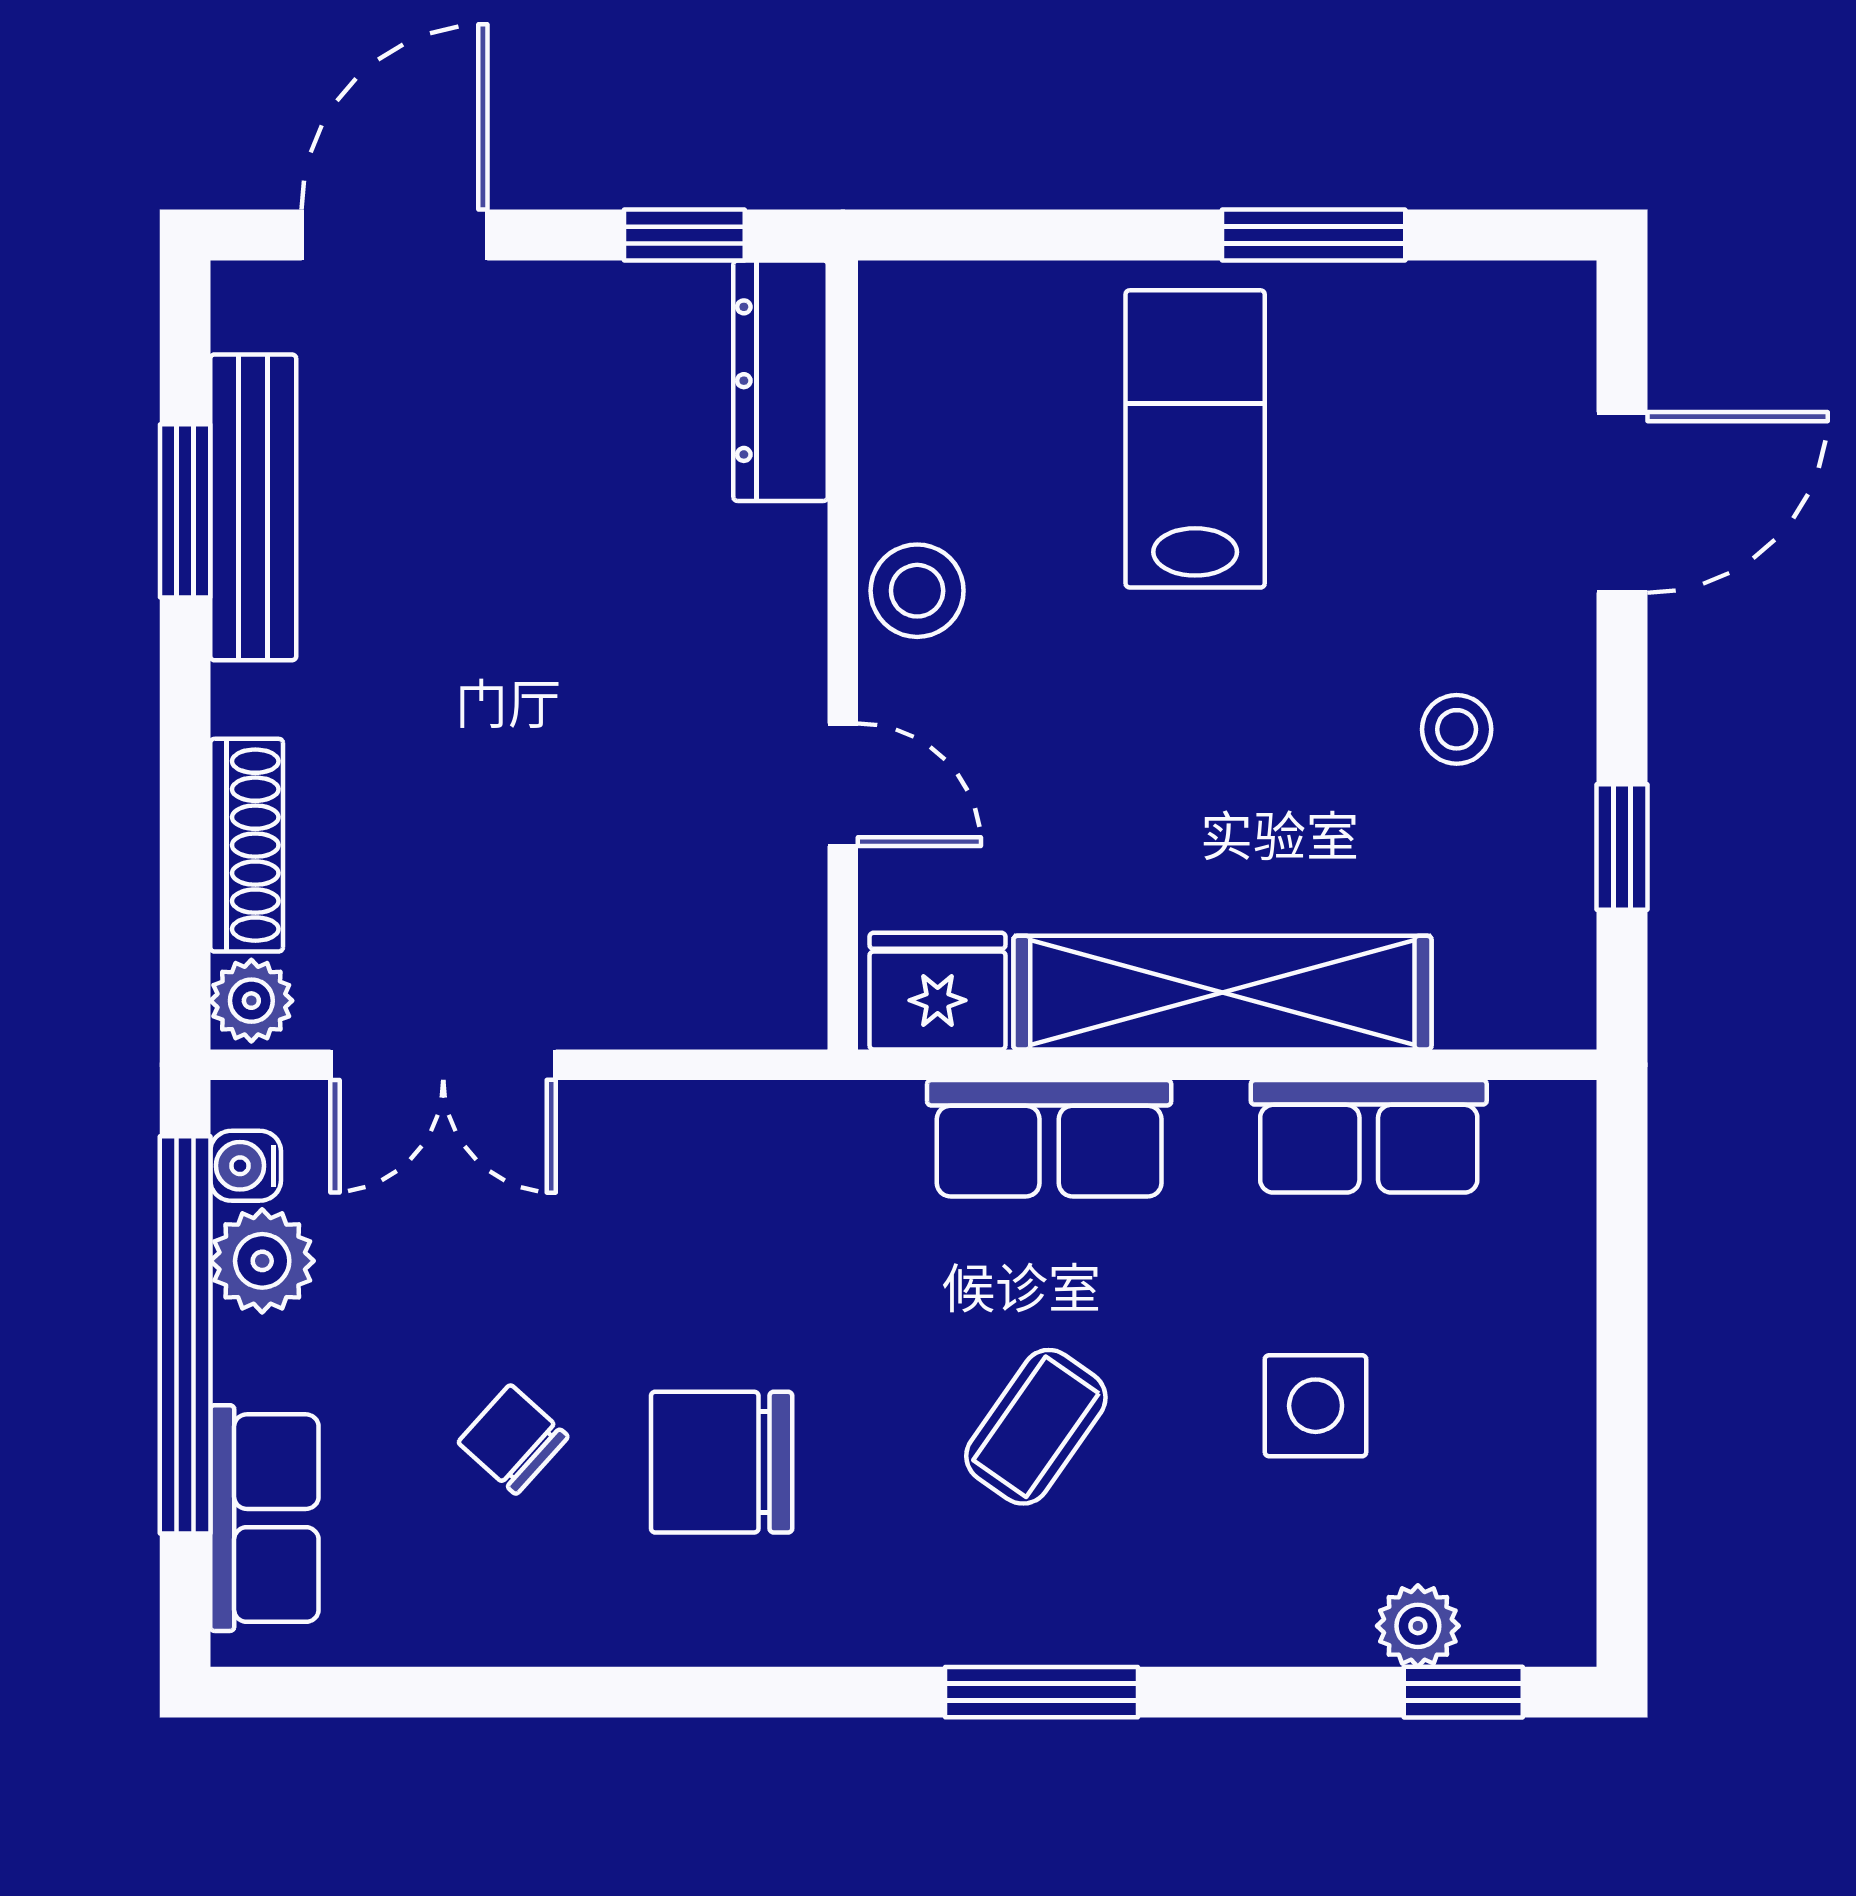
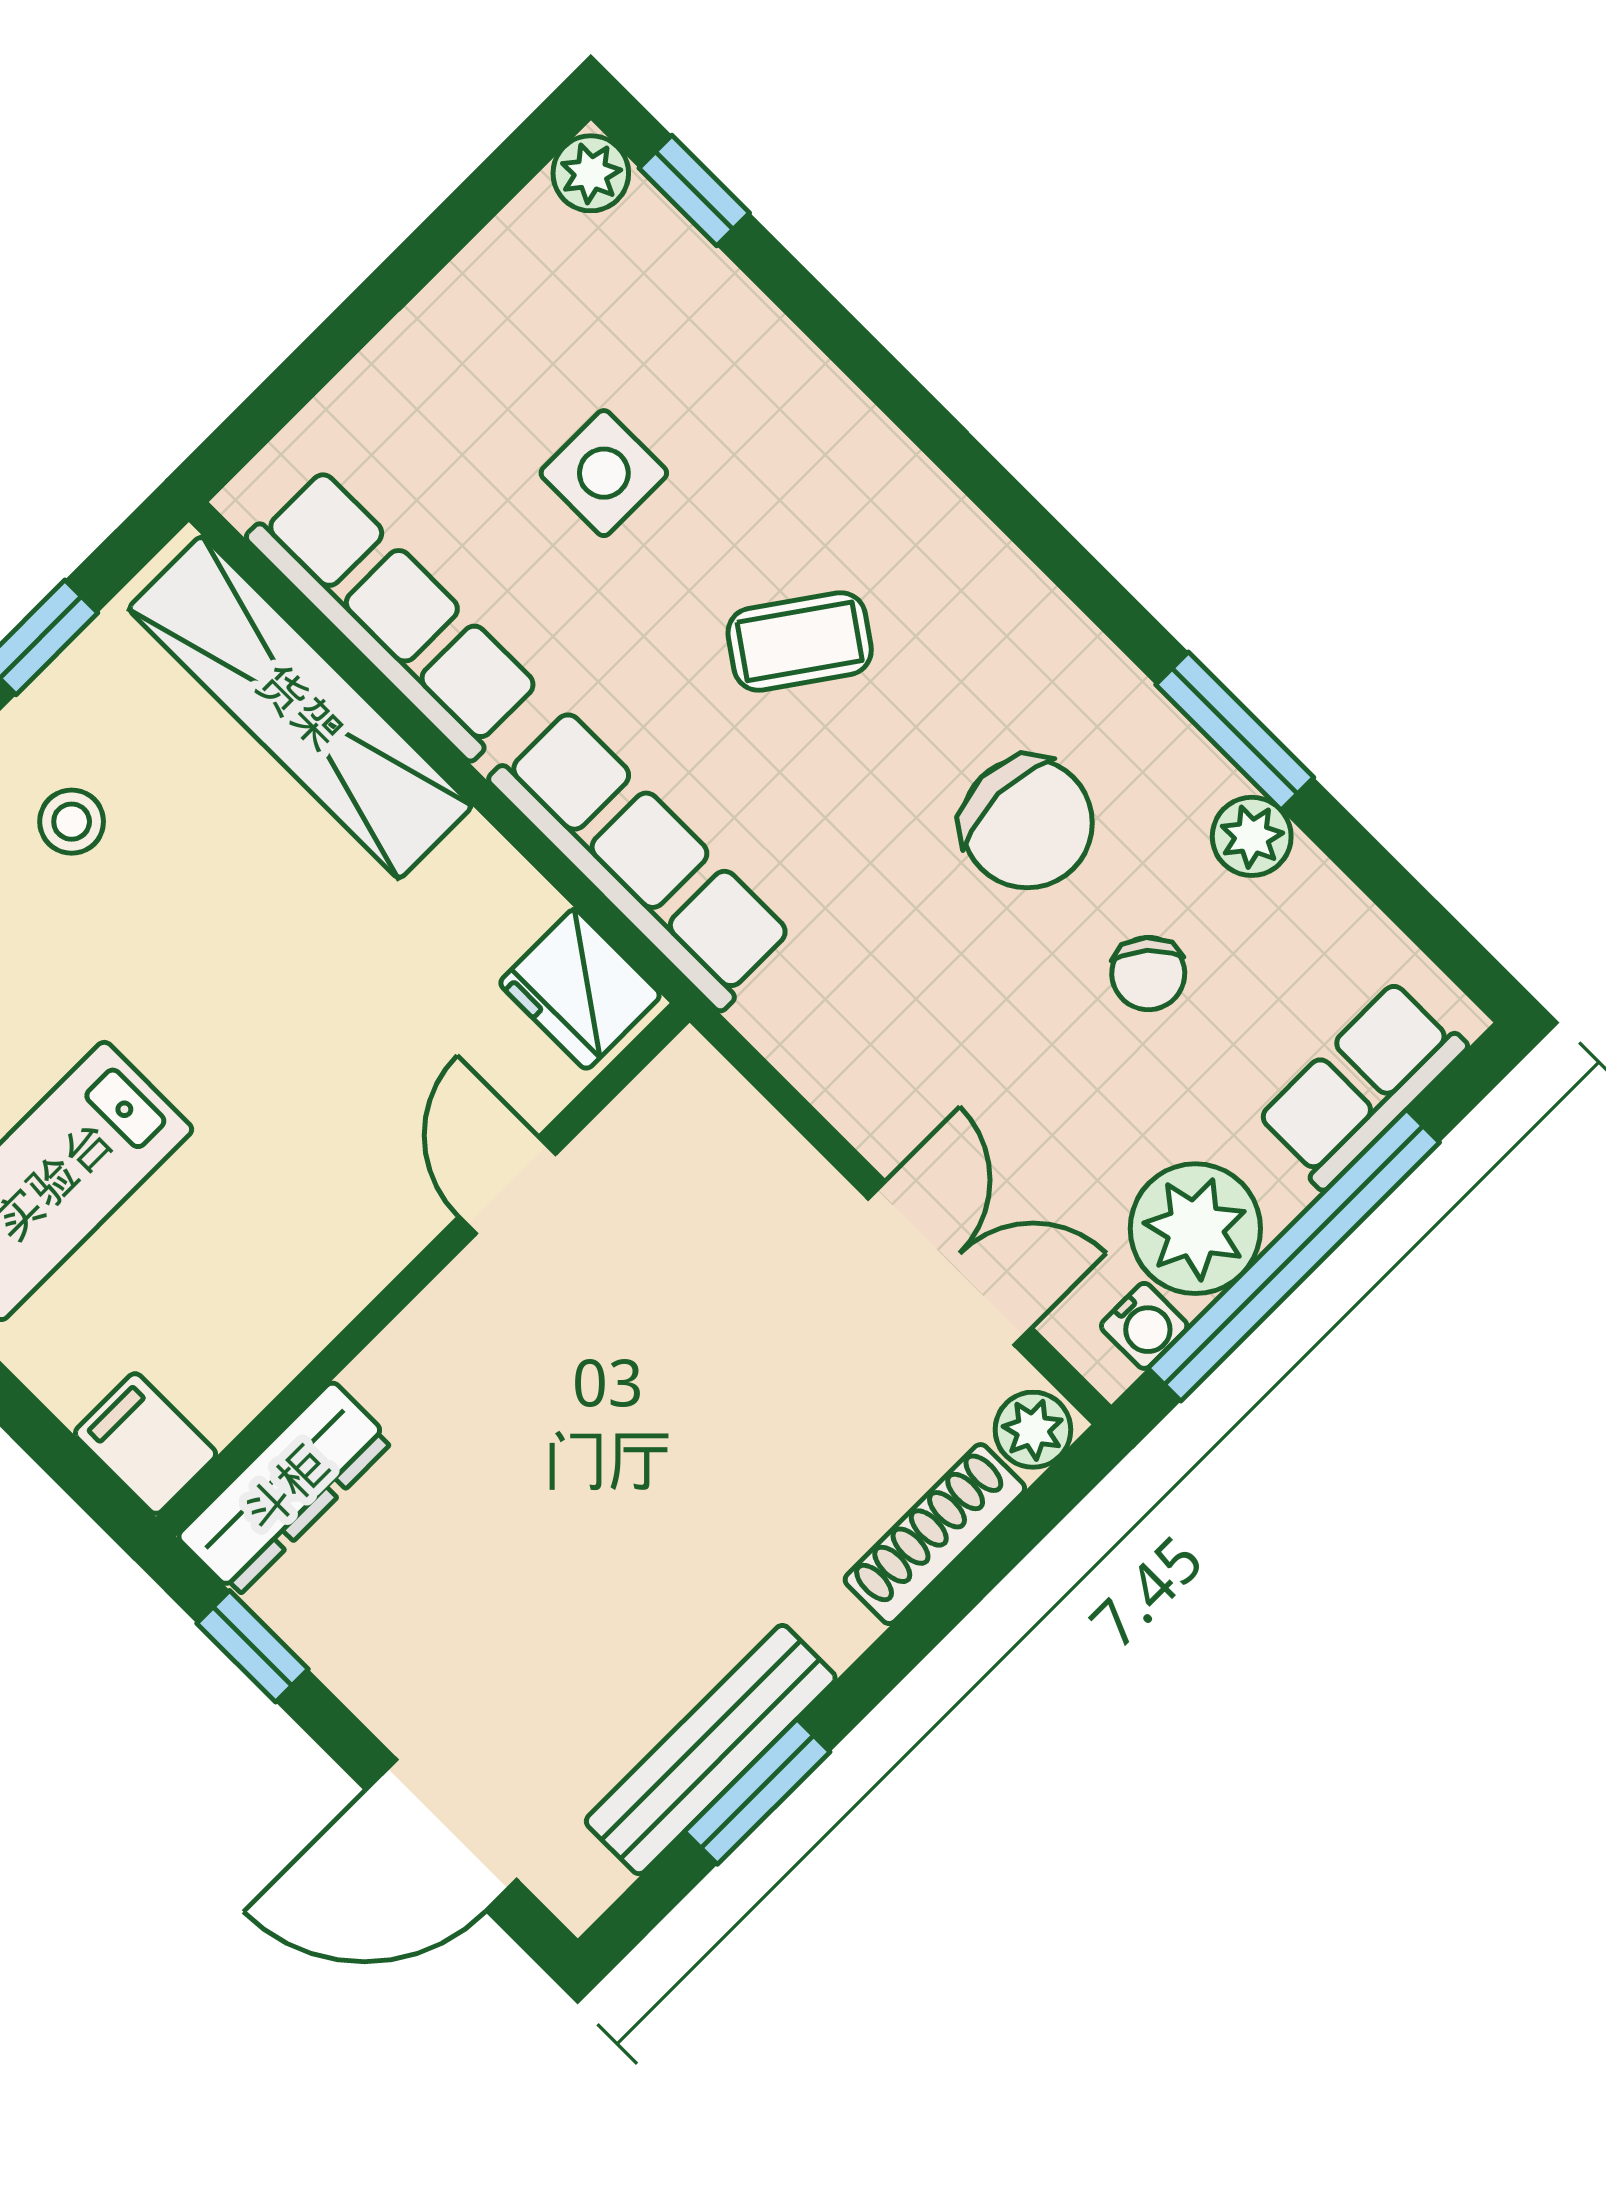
filing cabinet: (922, 308) -> (146, 1444), added
stool: (917, 591) -> (333, 1263), removed
shelving: (1222, 993) -> (300, 707), moved
row of seats: (1369, 1136) -> (394, 614), width x1.48
row of seats: (1049, 1138) -> (641, 859), width x1.48
plant: (262, 1261) -> (1195, 1229), width x1.36, depth x1.36
plant: (539, 1624) -> (1252, 836), added
plant: (1418, 1626) -> (591, 173), moved
window: (1041, 1692) -> (1235, 731), moved

